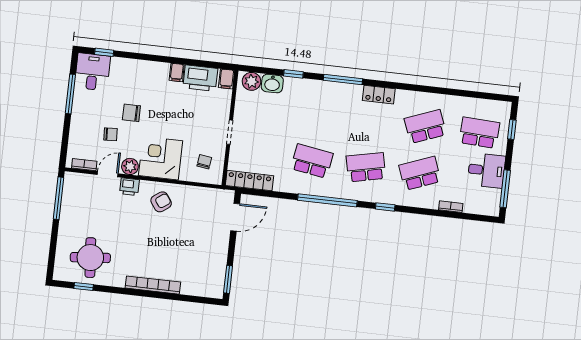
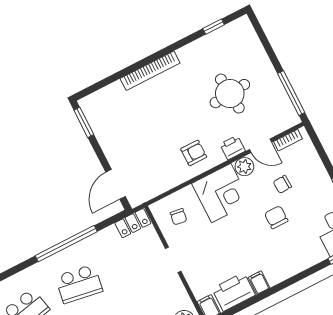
chair: (131, 113) -> (276, 217), turned -90
door: (108, 174) -> (261, 146), hinge flipped
locker: (249, 181) -> (133, 223), width x0.66
window: (327, 200) -> (66, 244), moved
armchair: (161, 202) -> (194, 153), turned -144
round table: (90, 258) -> (230, 94), moved

